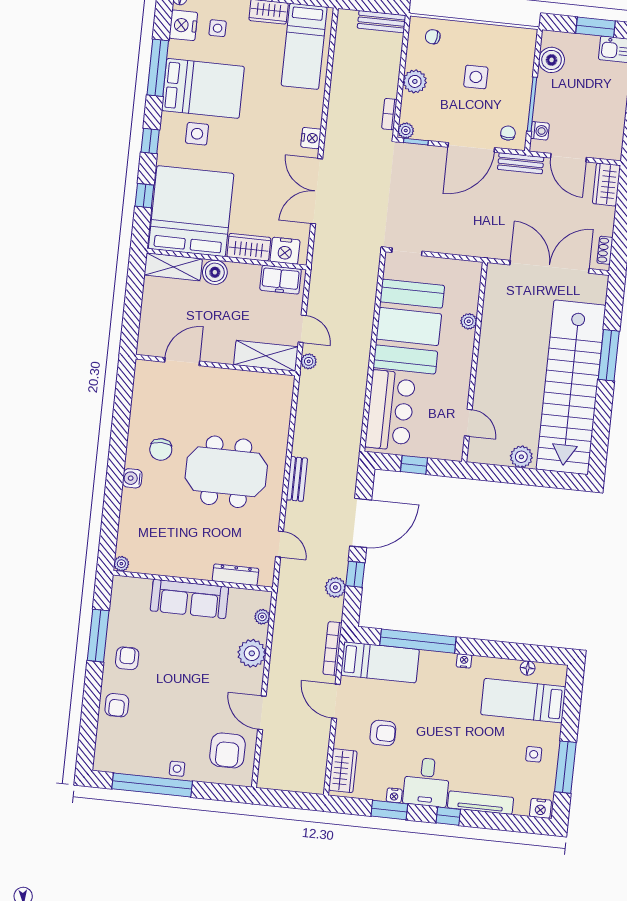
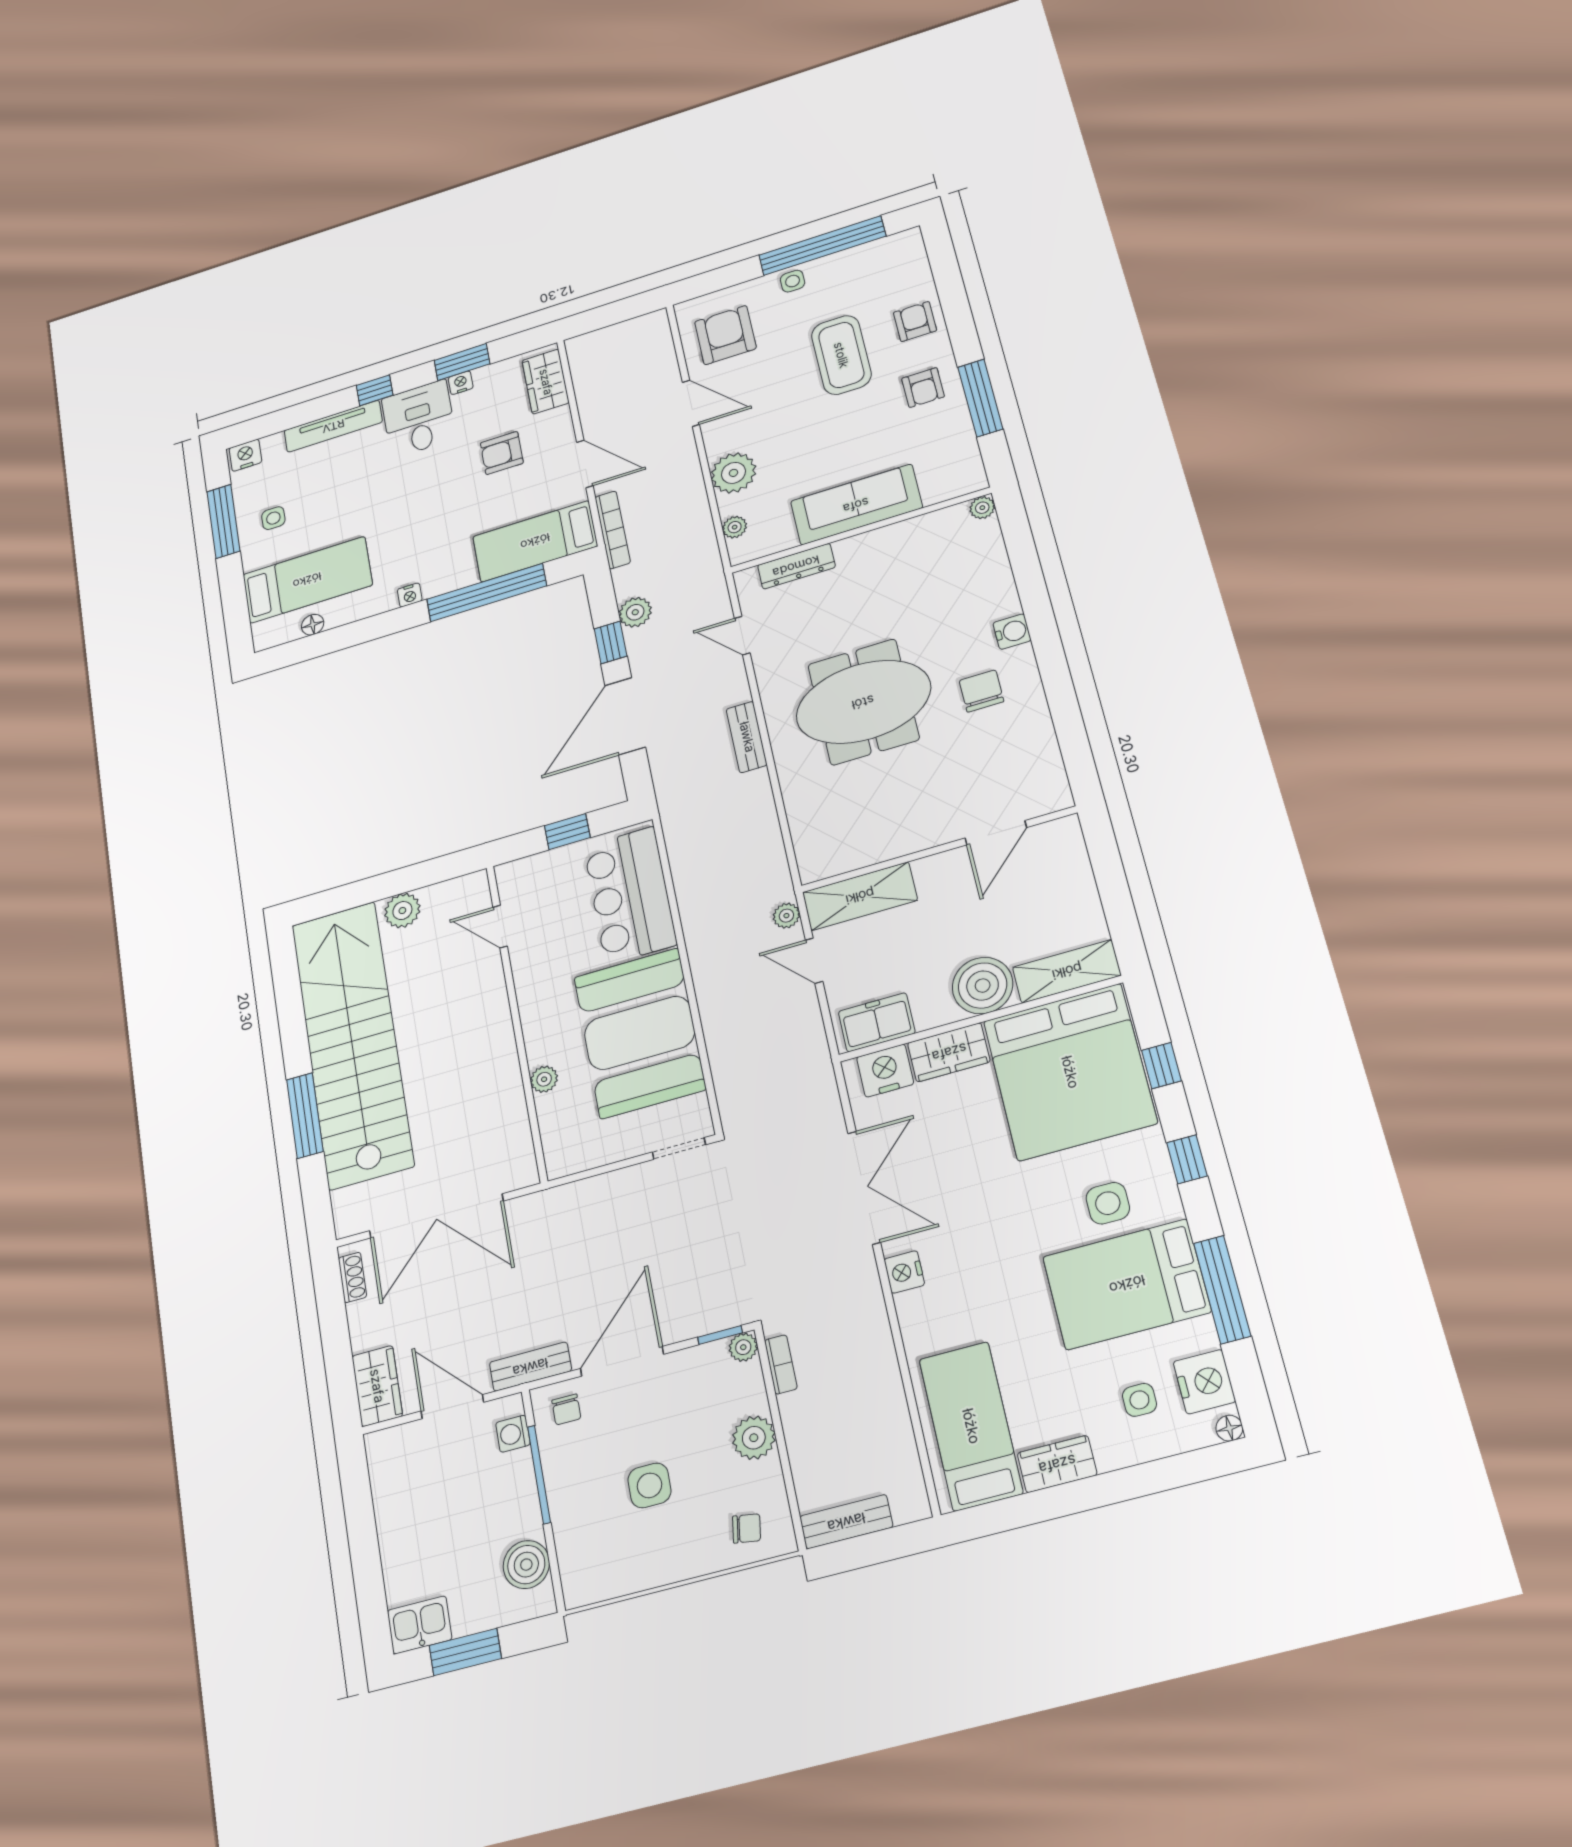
boiler: (215, 272) -> (983, 986), width x1.37, depth x1.37
coffee table: (166, 703) -> (841, 355), added

